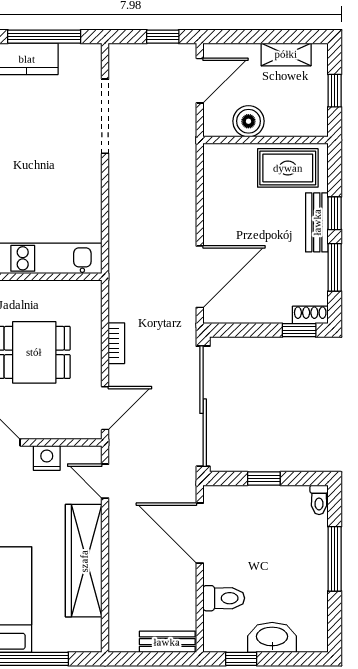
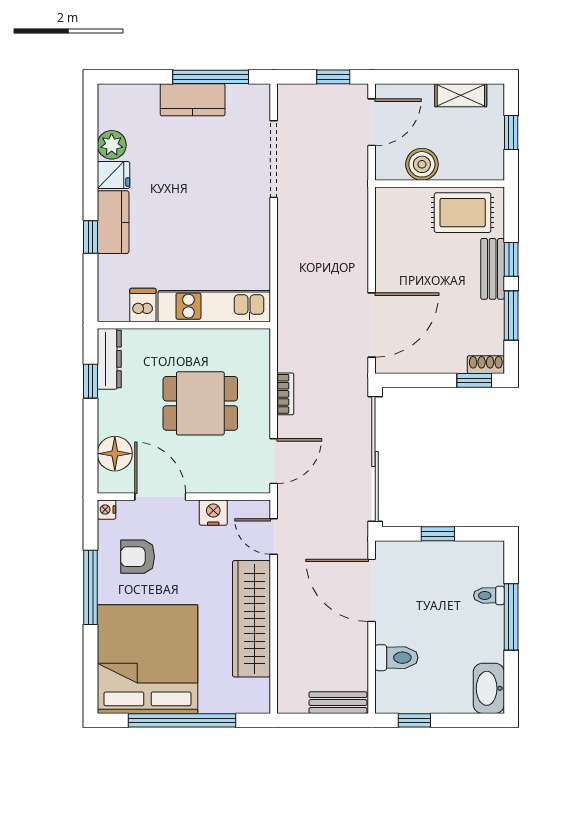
toilet: (319, 500) -> (489, 595), moved, turned 90
washbasin: (272, 637) -> (489, 688), moved, turned -90

